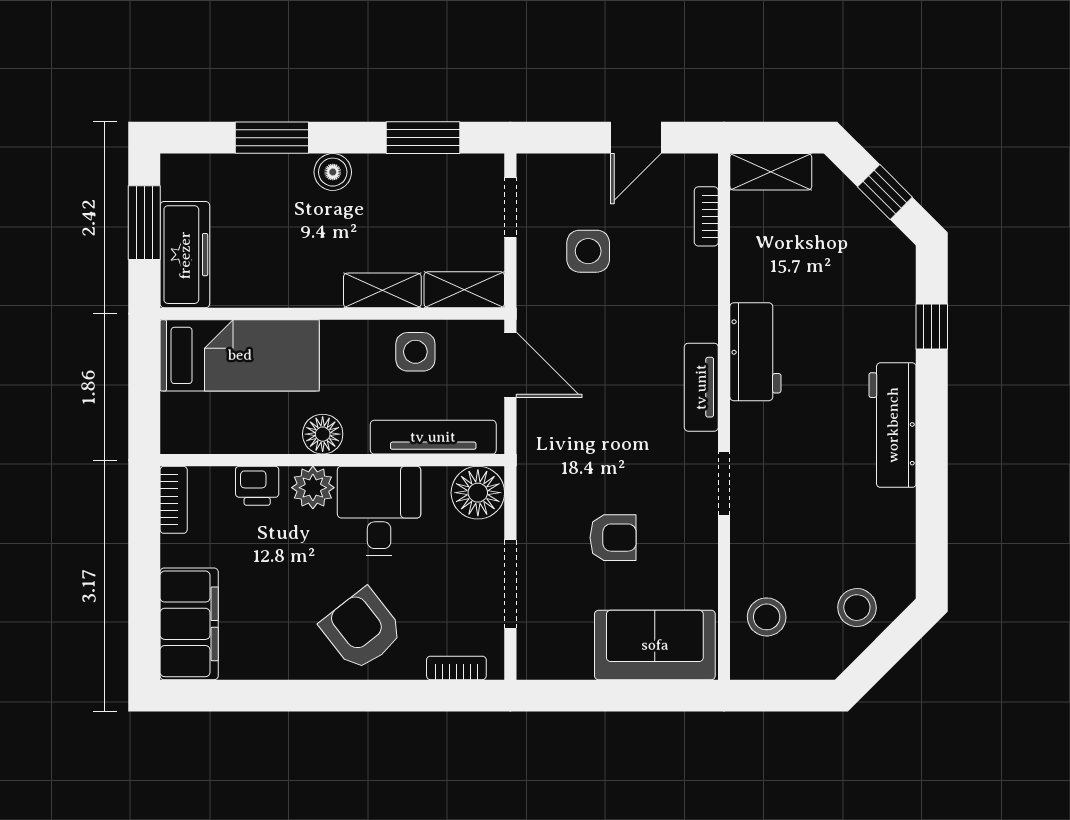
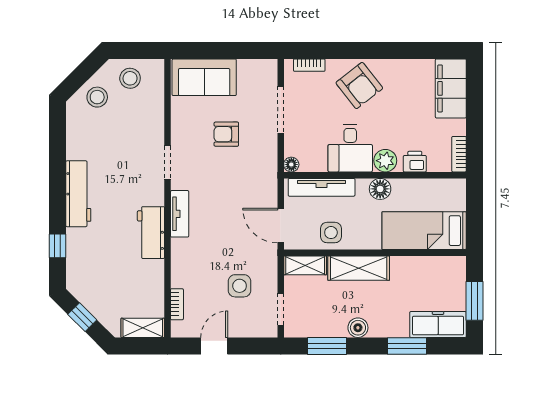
boiler: (333, 172) -> (358, 328), moved
freezer: (185, 255) -> (438, 324), moved, turned 90
shelving: (382, 290) -> (359, 268), width x1.50, depth x1.33
floor lamp: (478, 493) -> (291, 165), width x0.53, depth x0.53
stool: (767, 617) -> (130, 78), moved

